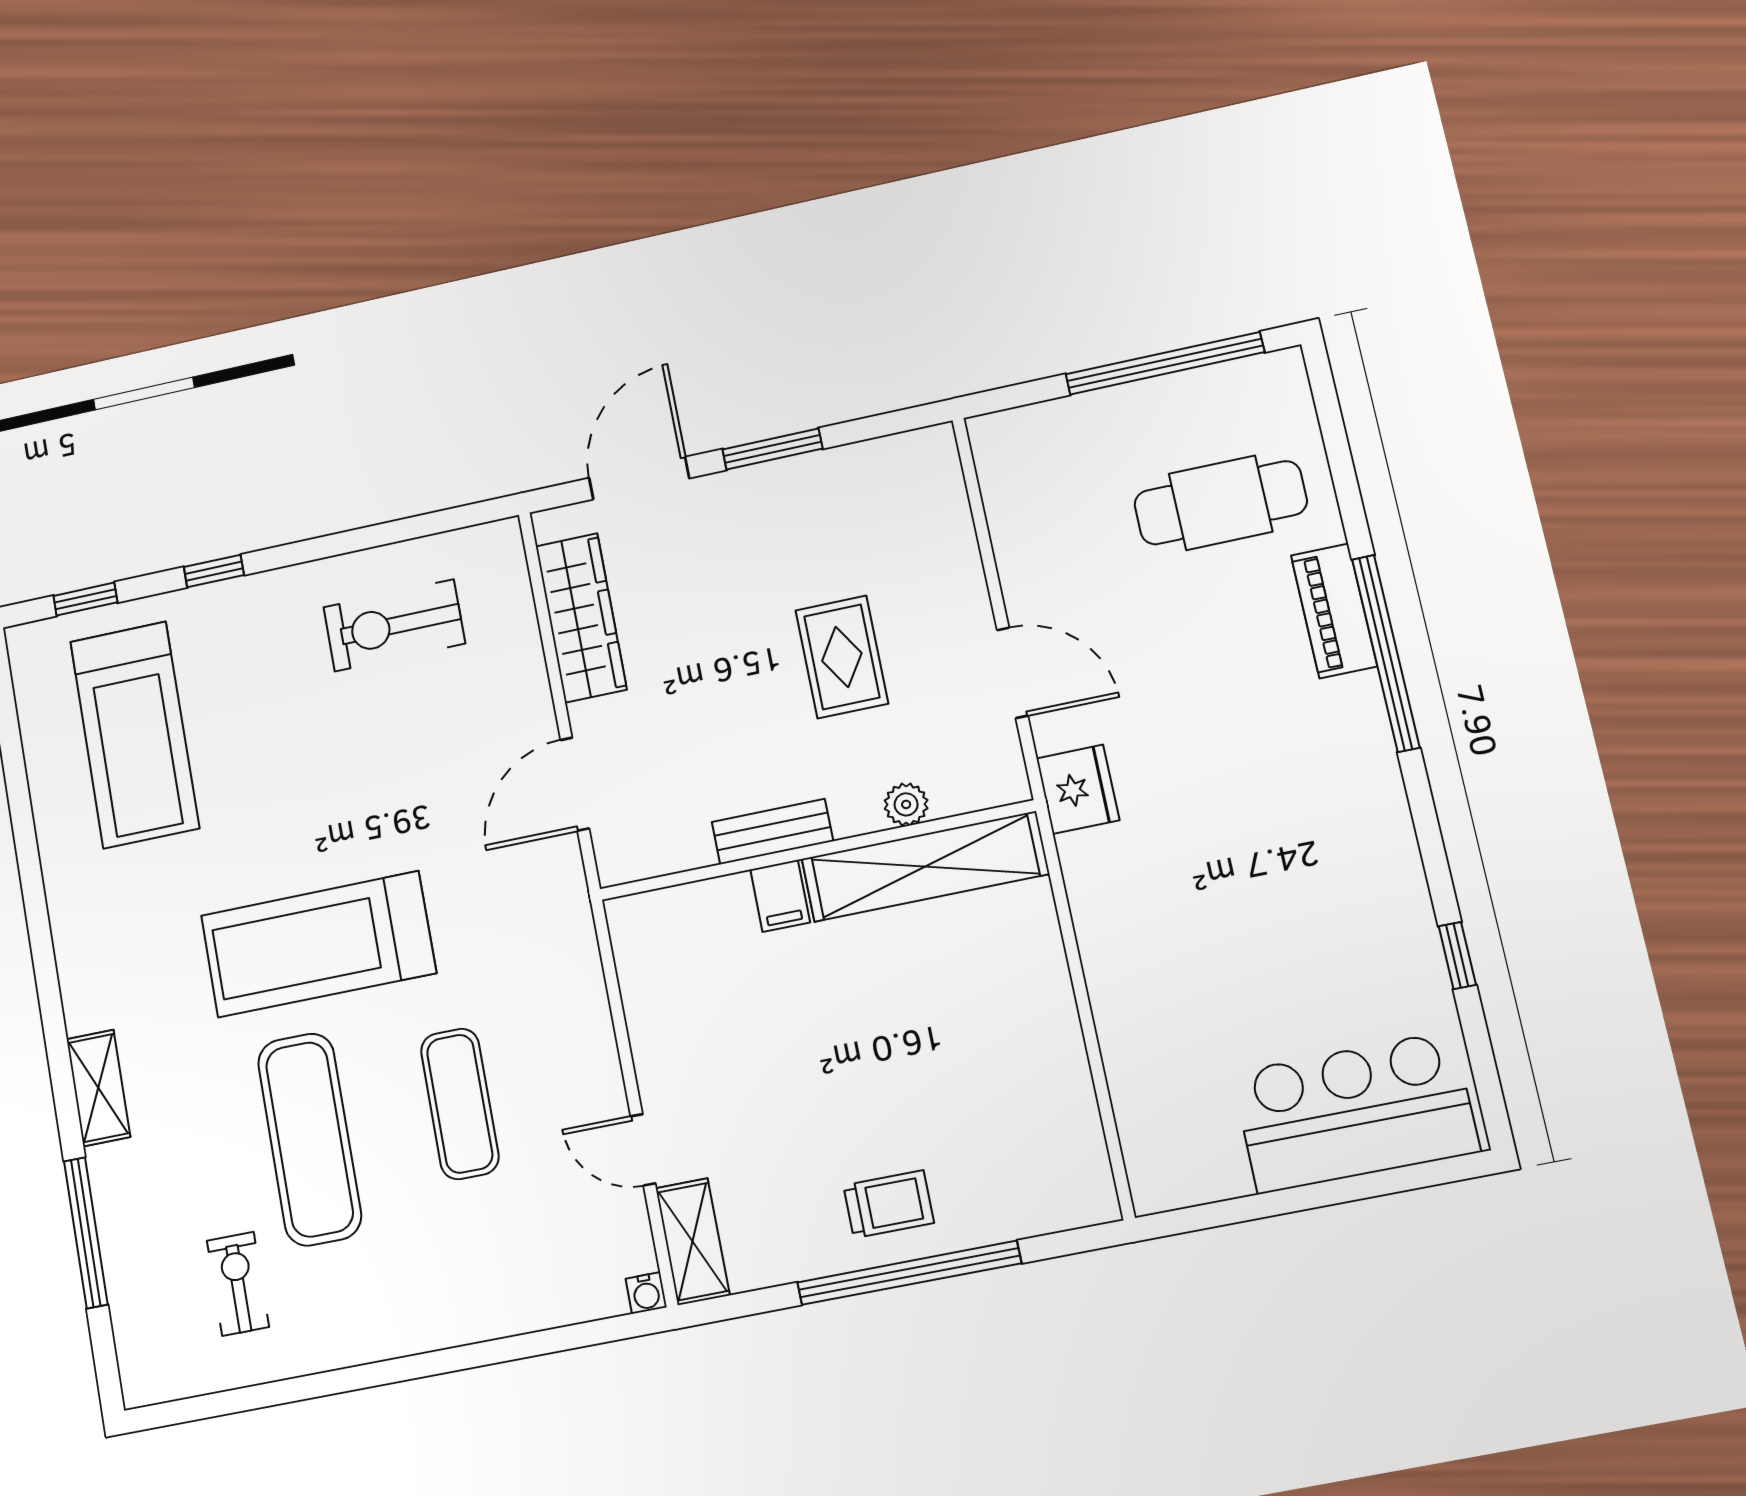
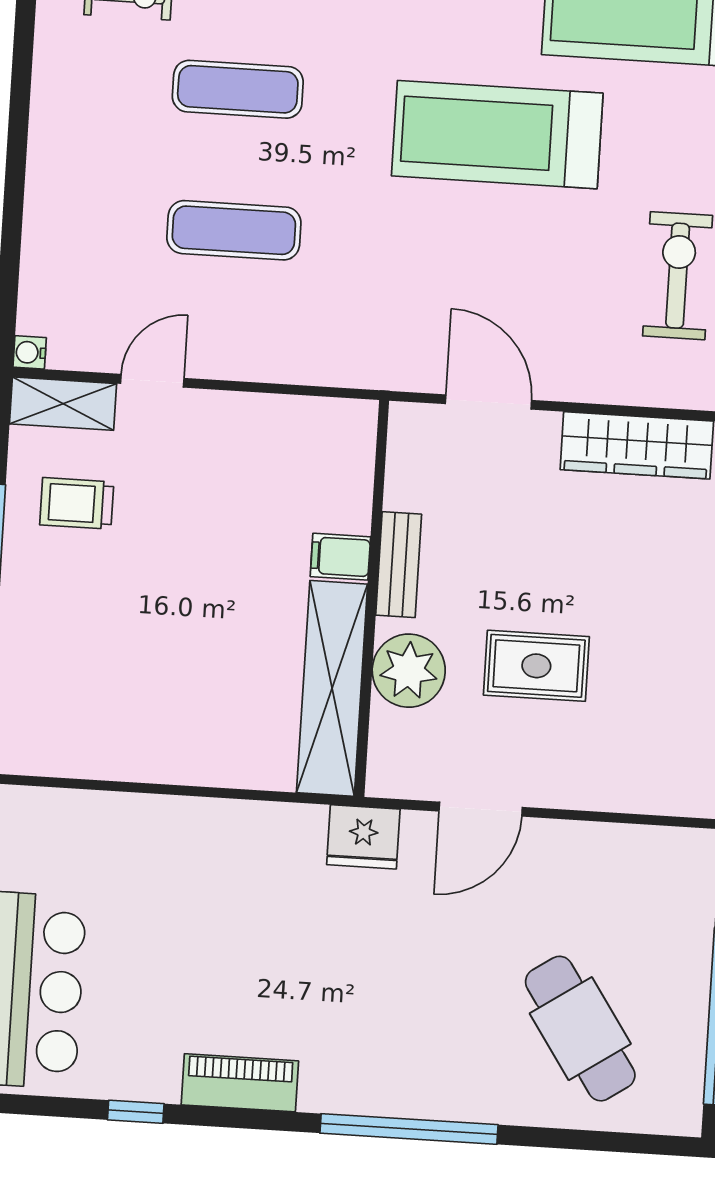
cafe table: (1221, 503) -> (580, 1029), turned -34
piano: (1334, 611) -> (240, 1083), moved
plant: (906, 804) -> (409, 671), width x1.87, depth x1.87
treadmill: (318, 944) -> (497, 135), moved, turned -90
exercise mat: (310, 1139) -> (238, 89), width x0.73, depth x0.69
trolley: (889, 1204) -> (77, 503), moved, turned 90

